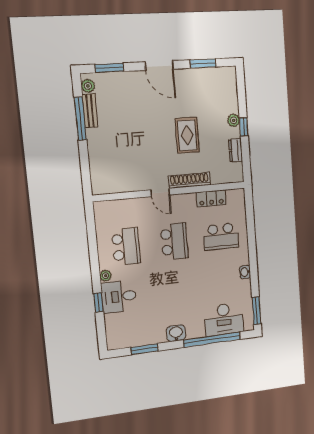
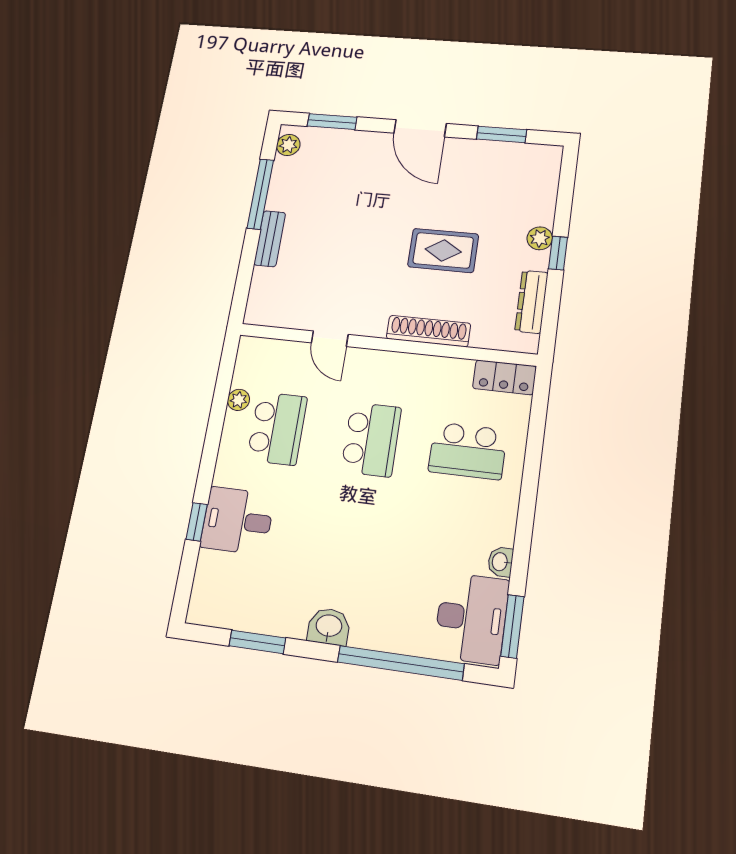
bench: (90, 111) -> (270, 239), moved
rug: (187, 135) -> (443, 250), turned 90
dresser: (236, 150) -> (531, 302), width x1.44
door: (160, 192) -> (330, 339), moved
locker: (211, 198) -> (504, 377), moved
washbasin: (245, 272) -> (500, 562), moved
plant: (106, 276) -> (238, 400), moved
desk: (224, 319) -> (471, 618), moved, turned -90

